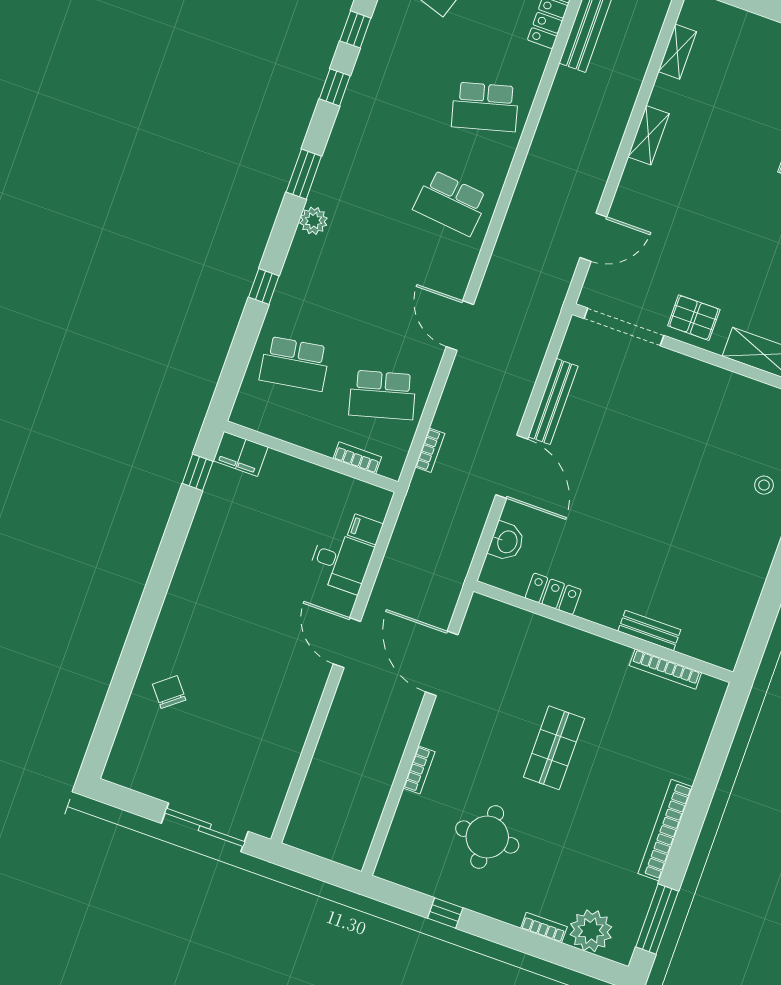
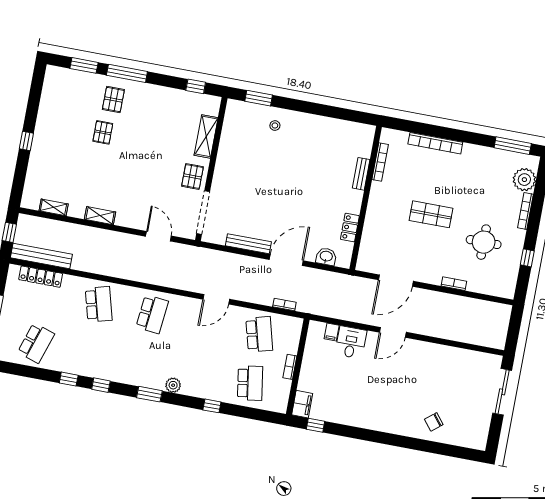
bookcase: (357, 458) -> (290, 367), moved
bookcase: (665, 830) -> (435, 143), moved
bookcase: (544, 928) -> (525, 211), width x1.56

